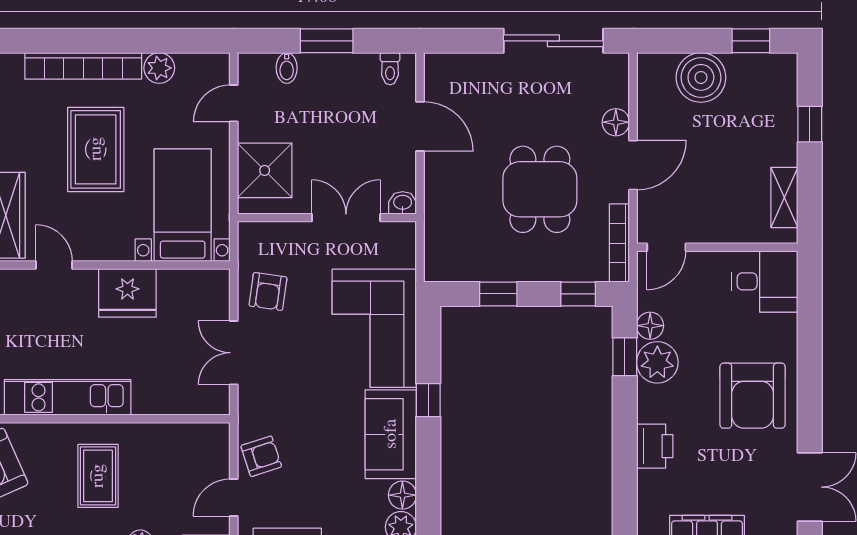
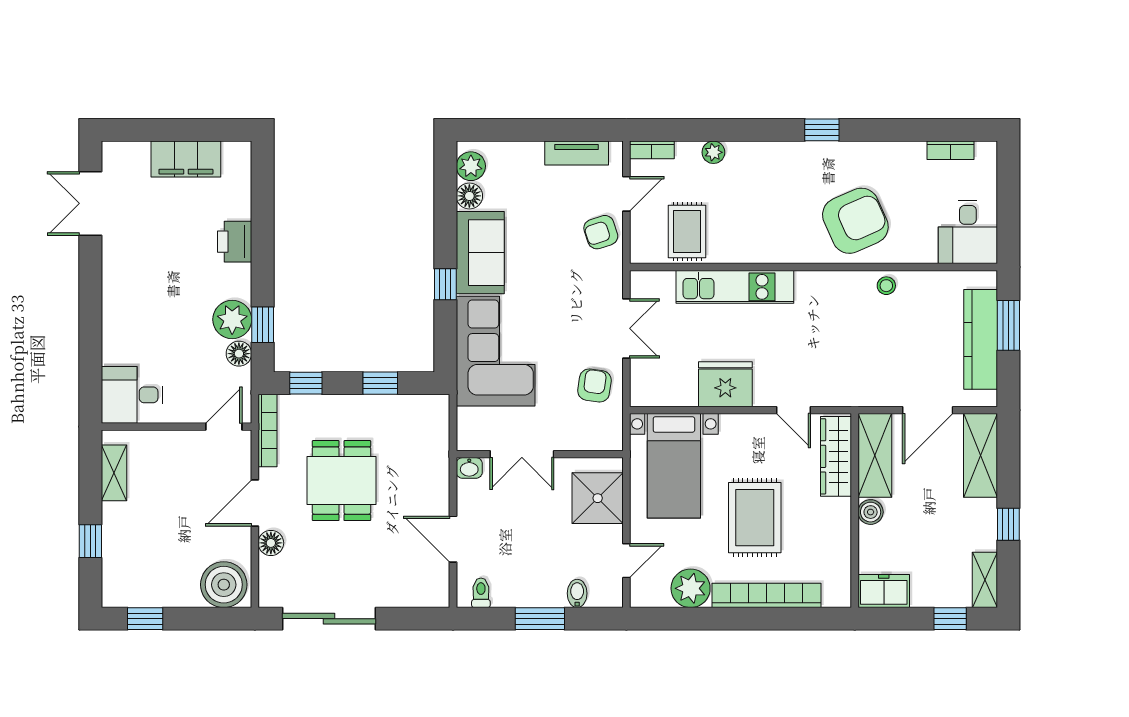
plant: (159, 68) -> (691, 588), width x1.36, depth x1.36
boiler: (701, 77) -> (224, 585), moved
armchair: (753, 396) -> (144, 289), removed
kitchen unit: (68, 397) -> (735, 287), moved
rug: (98, 476) -> (687, 232), moved

